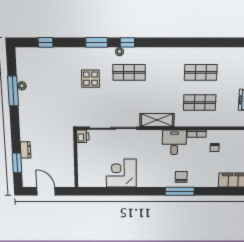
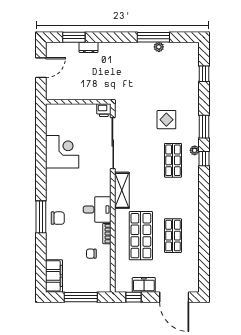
shop shelf: (200, 103) -> (141, 236), width x1.43, depth x1.36

